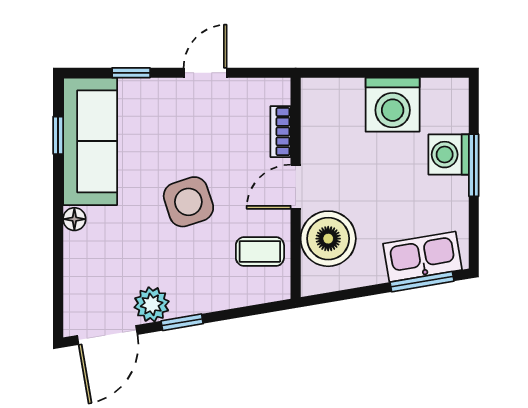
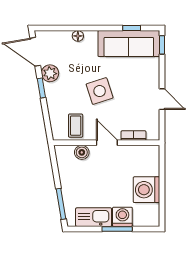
window: (131, 73) -> (162, 45), moved
floor lamp: (74, 219) -> (78, 36), moved
boiler: (328, 239) -> (82, 152), width x0.54, depth x0.54
kitchen sink: (423, 257) -> (94, 217), moved, turned -80

